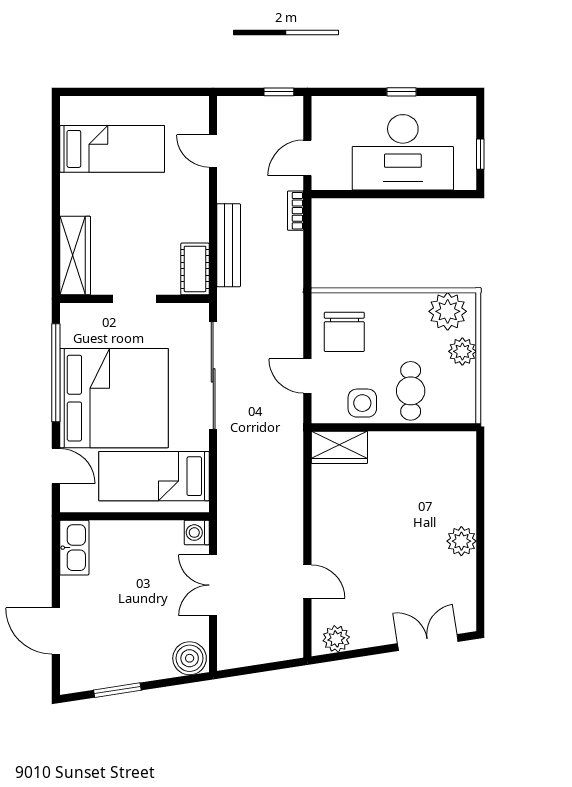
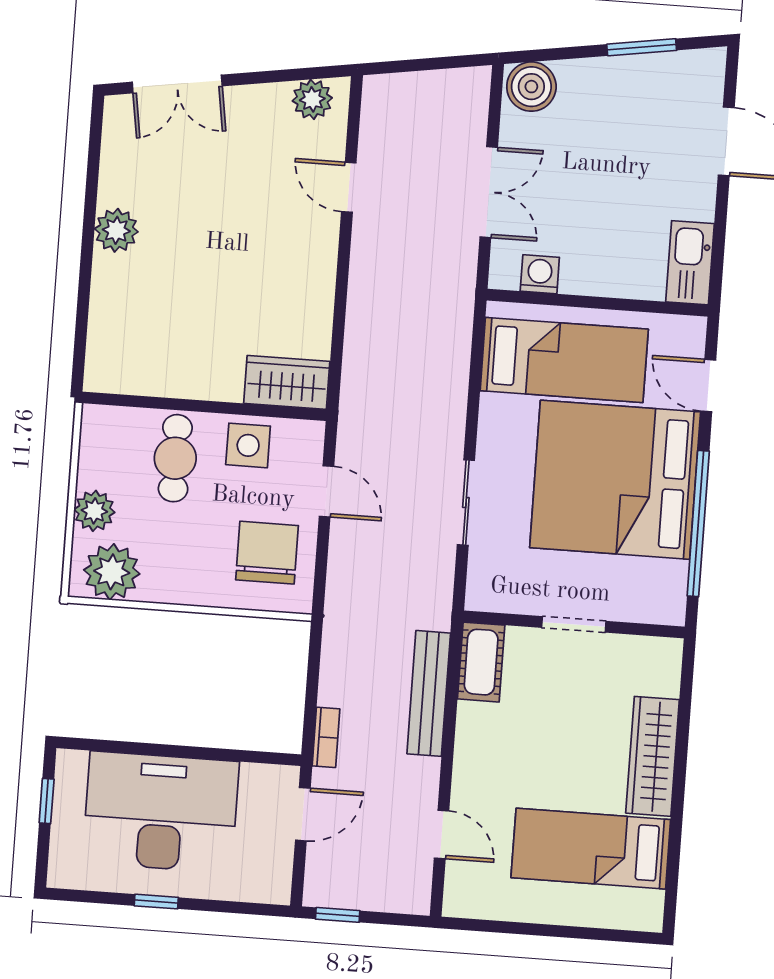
wardrobe: (75, 255) -> (653, 756), moved
sliding door: (213, 375) -> (466, 503), width x0.54
washing machine: (197, 533) -> (540, 274), moved, turned -90

